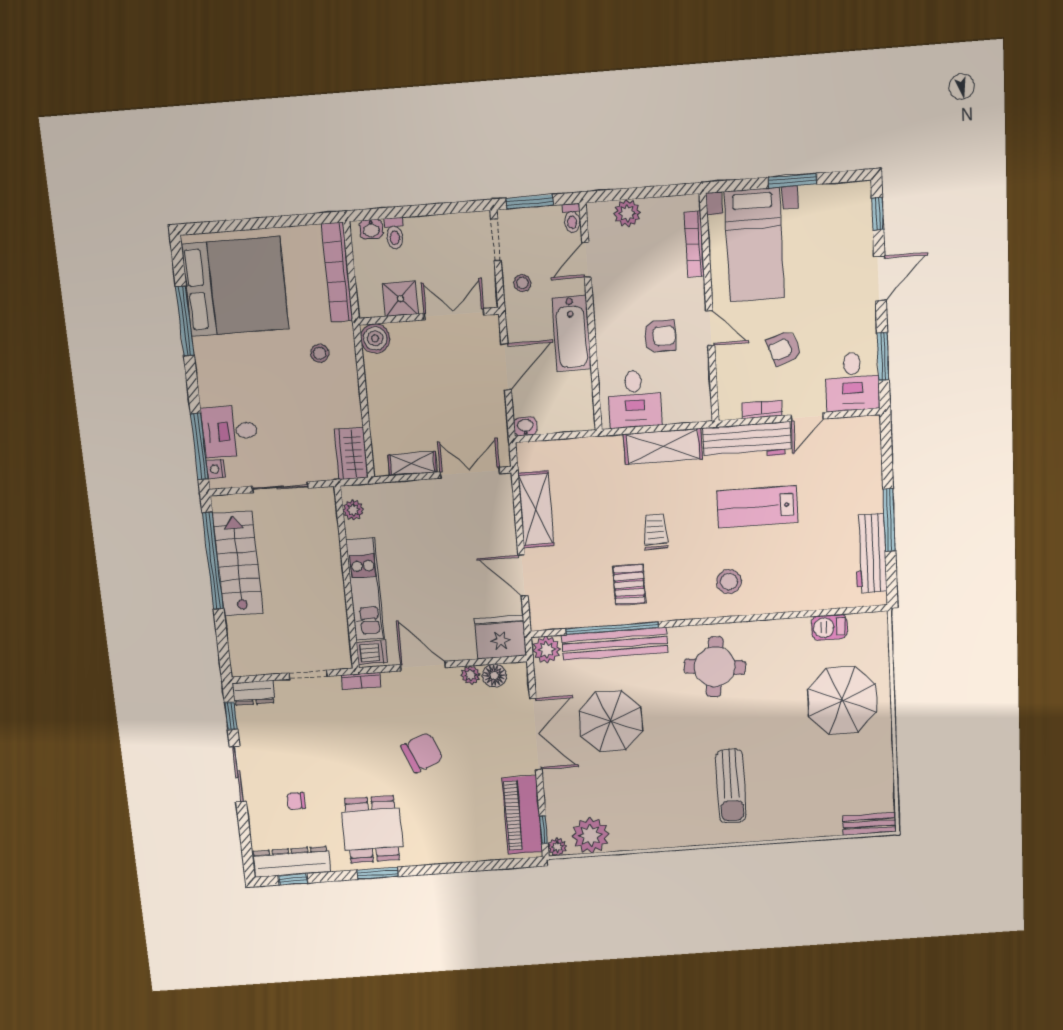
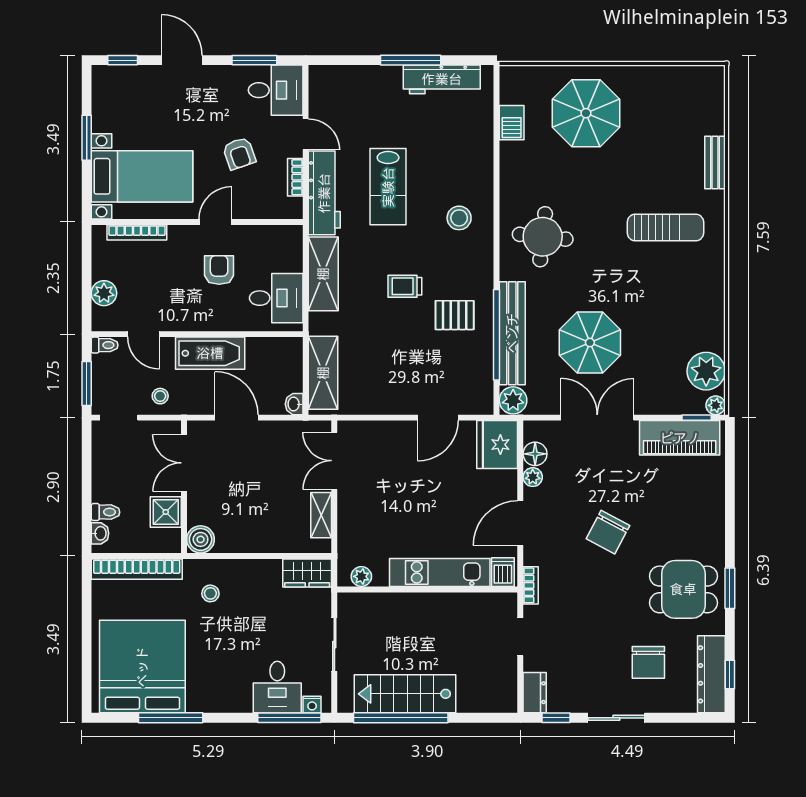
shelving: (536, 510) -> (323, 373), moved, turned 90
chair: (422, 753) -> (608, 532), turned -129
chair: (296, 801) -> (648, 662), width x1.87, depth x1.87
bench: (869, 824) -> (715, 162), moved

